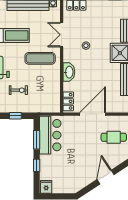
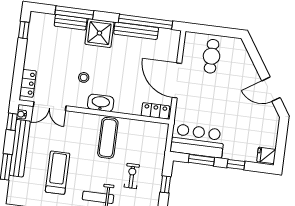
double door: (62, 35) -> (50, 106), moved
exercise mat: (40, 58) -> (108, 138), moved
washbasin: (69, 72) -> (101, 103), moved
door: (106, 177) -> (271, 89), moved

